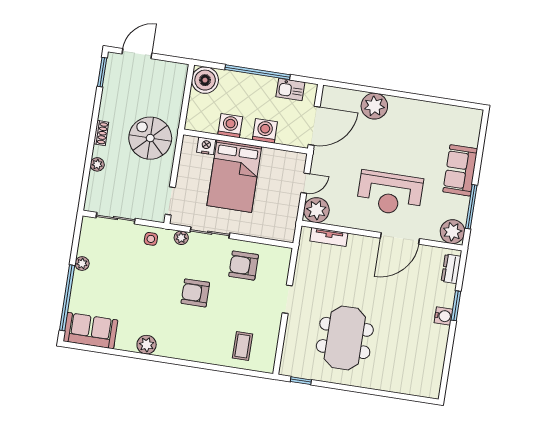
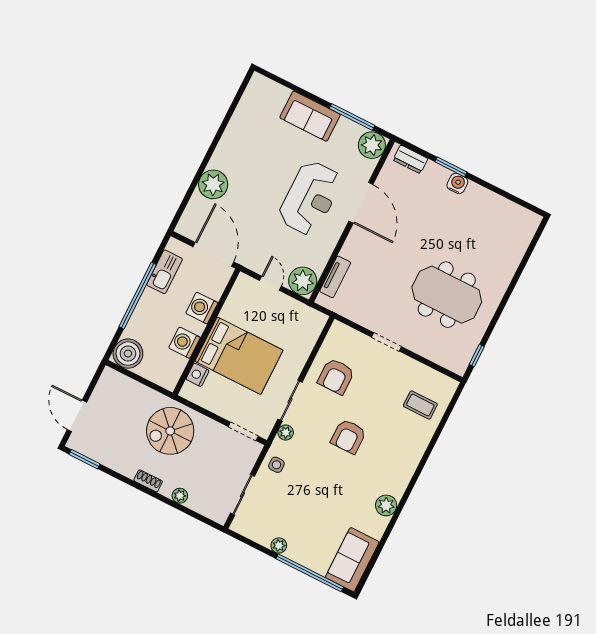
kitchen sink: (290, 89) -> (165, 272), width x1.38

